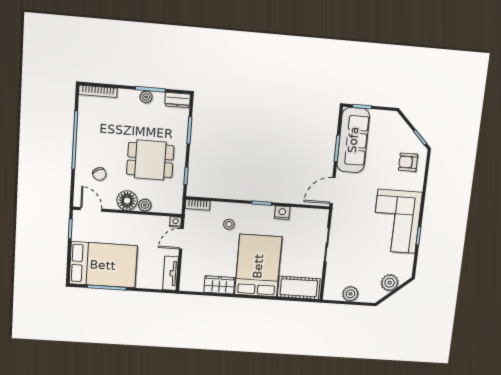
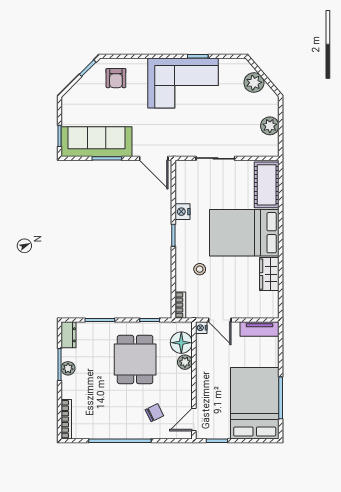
floor lamp: (127, 201) -> (181, 343), moved

